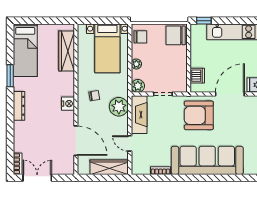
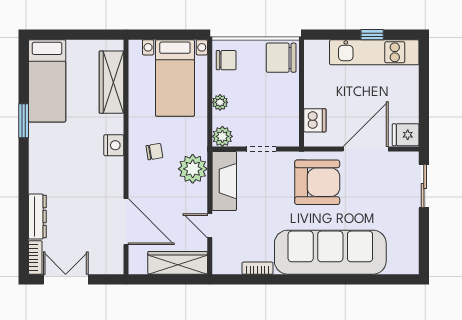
window: (204, 21) -> (372, 35), moved
nightstand: (68, 104) -> (114, 145), moved
dresser: (19, 106) -> (37, 217), moved
armchair: (199, 115) -> (317, 182), turned 180

